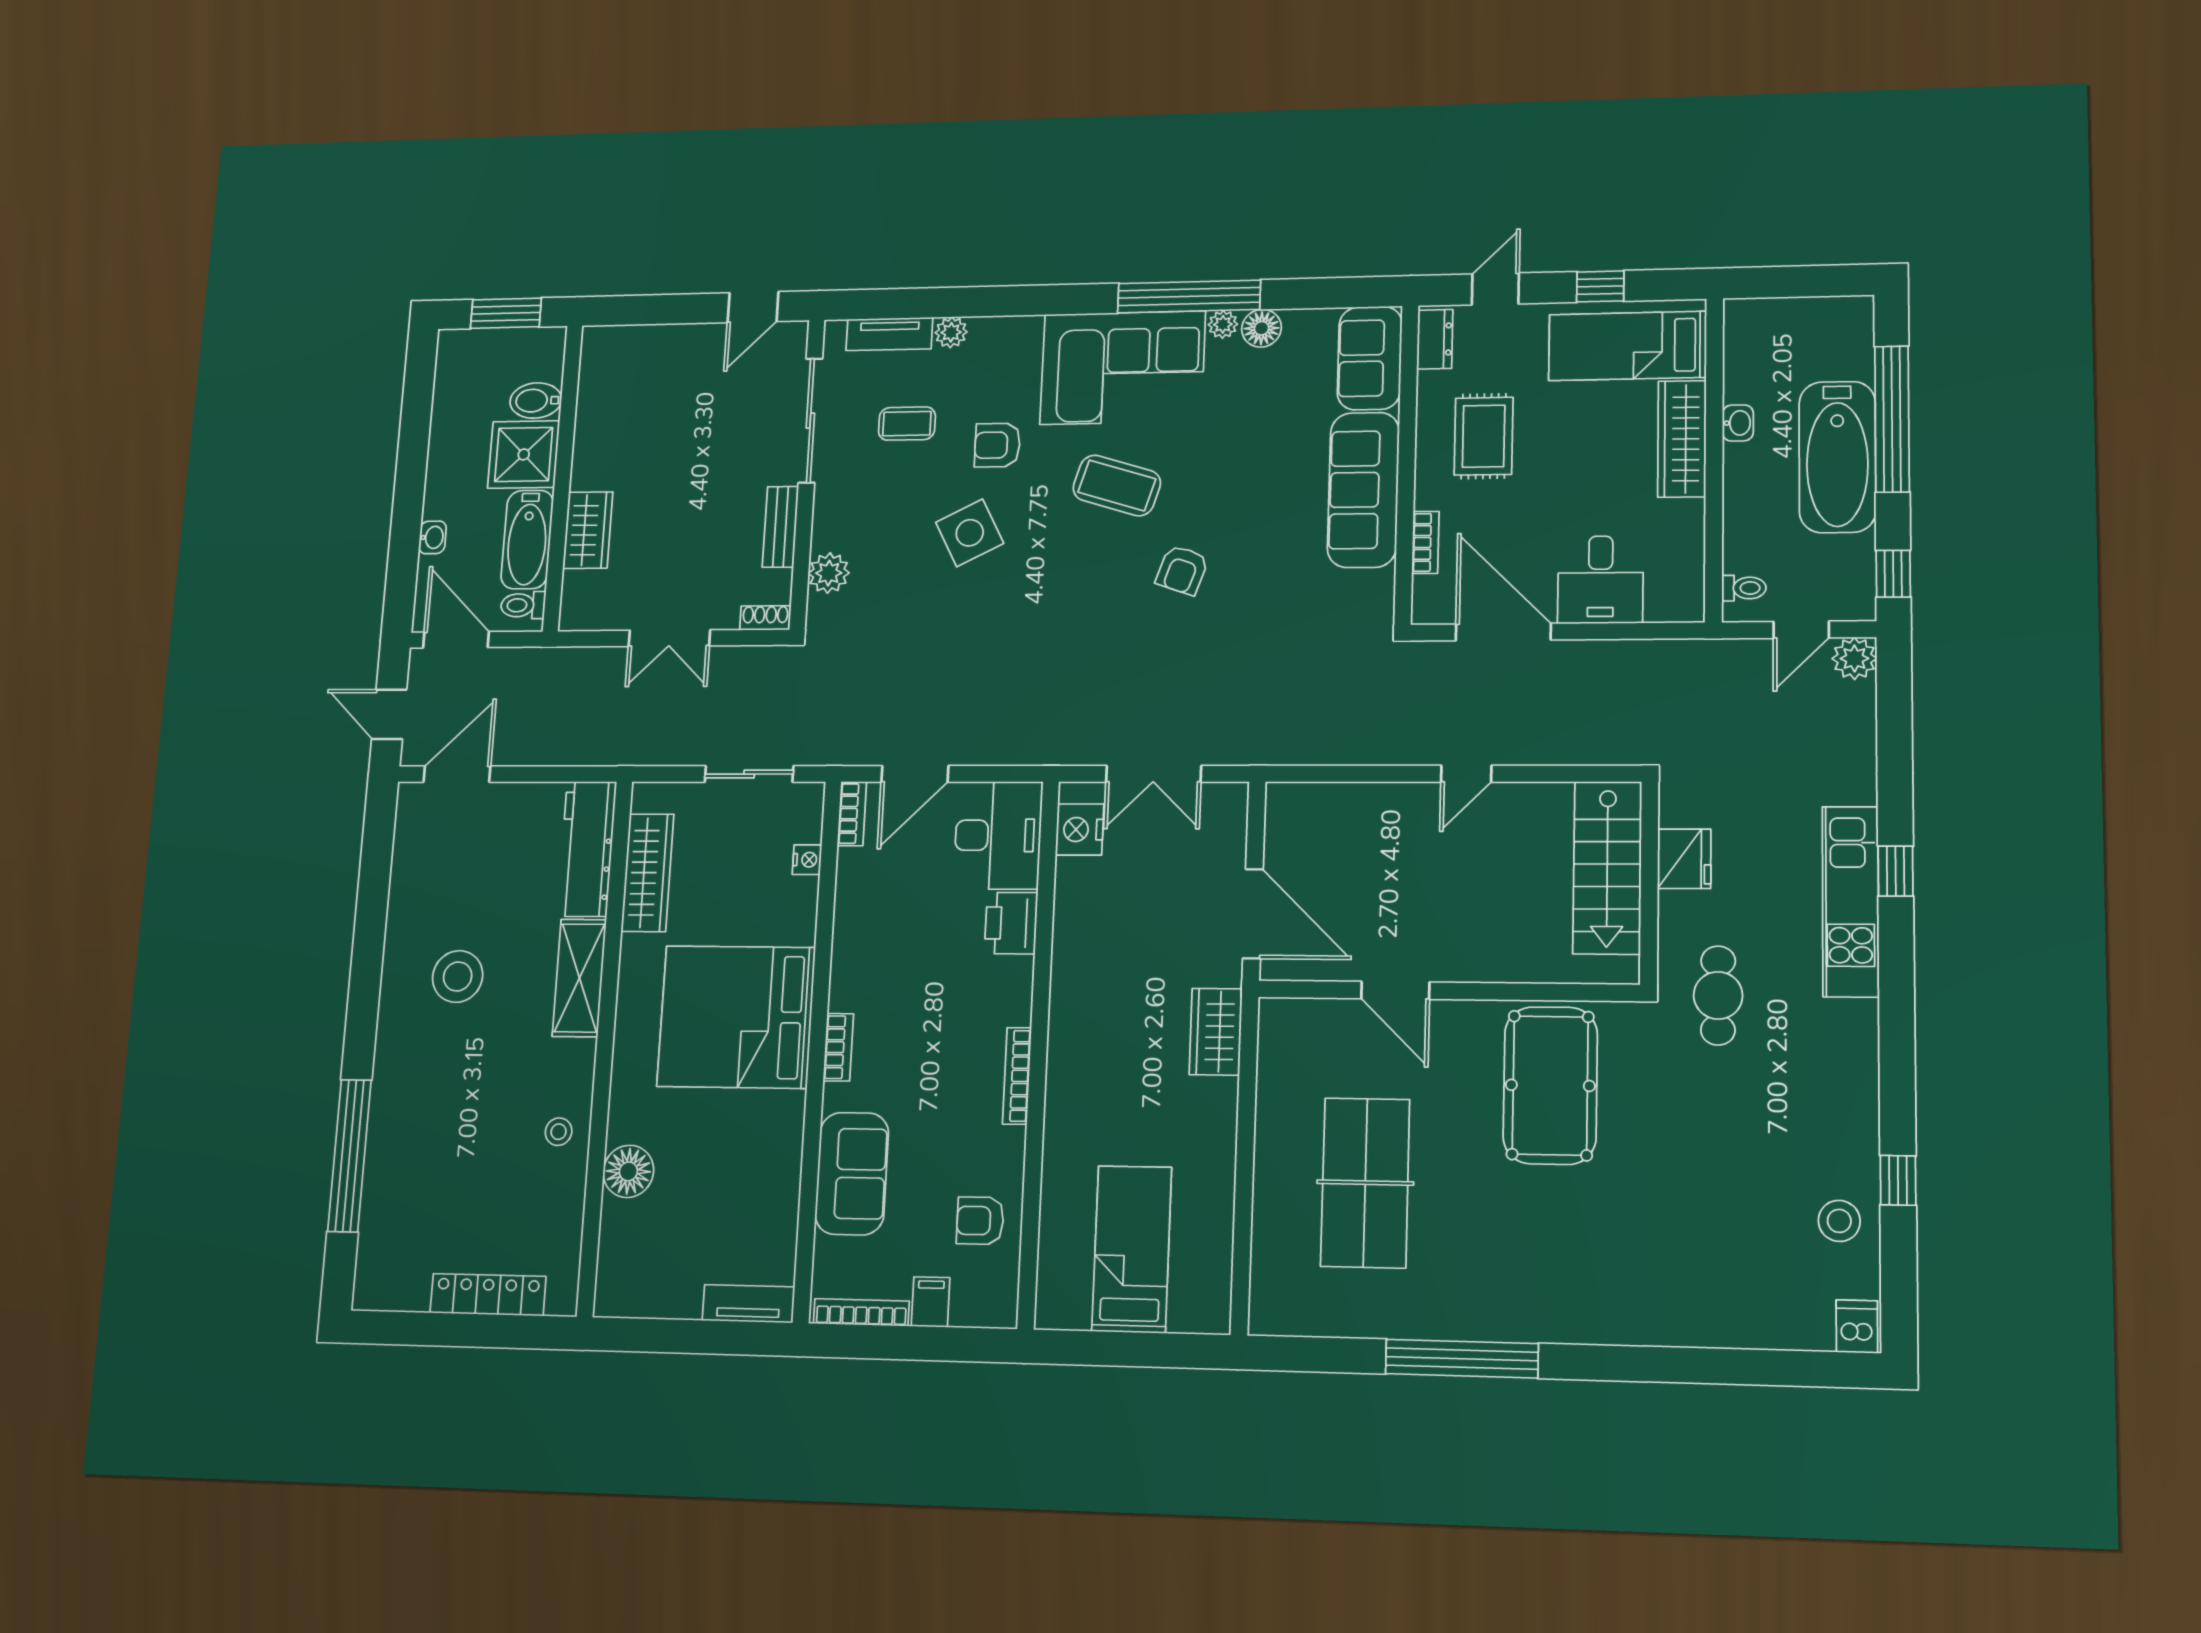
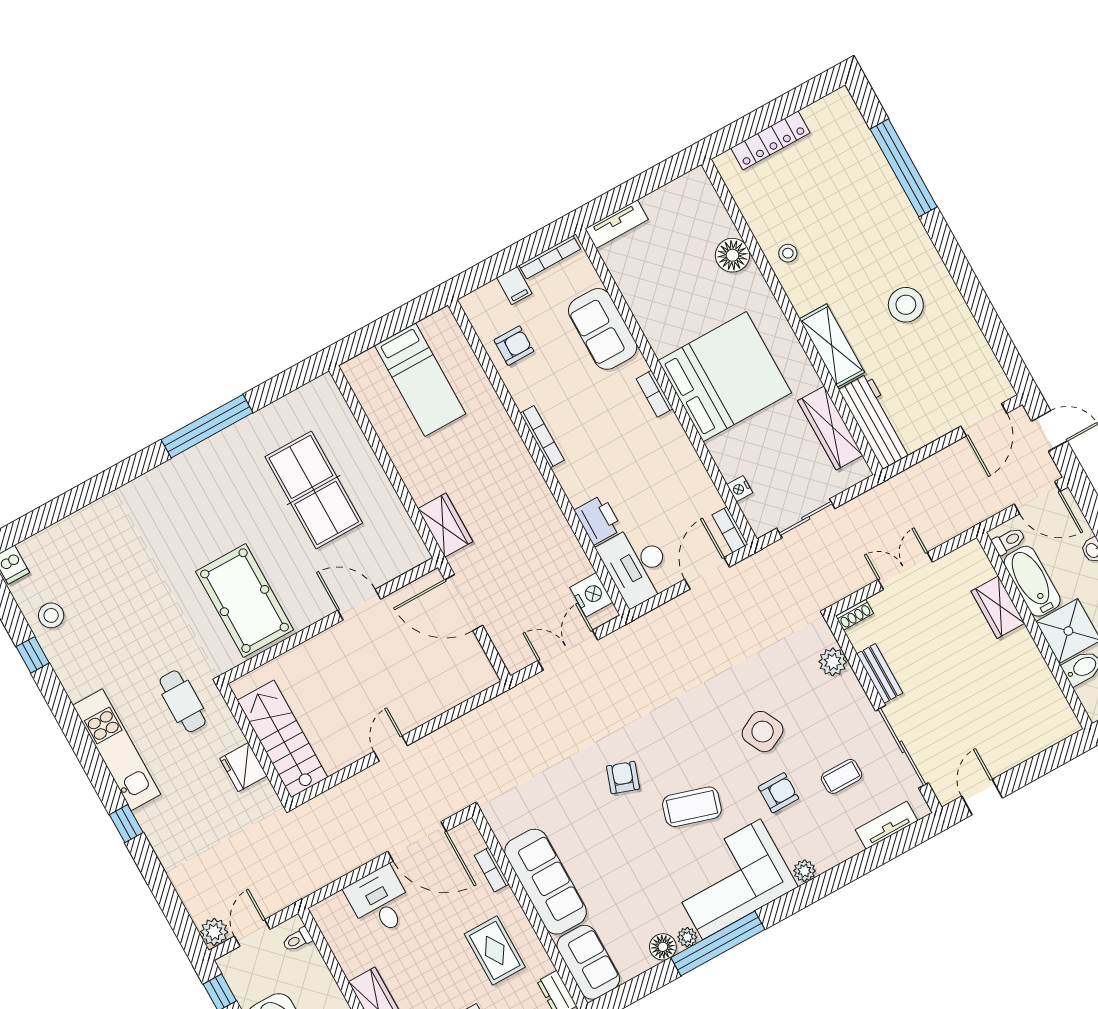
plant: (951, 332) -> (804, 871), moved
kitchen unit: (1851, 901) -> (117, 750), moved

